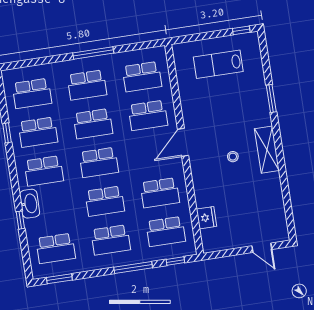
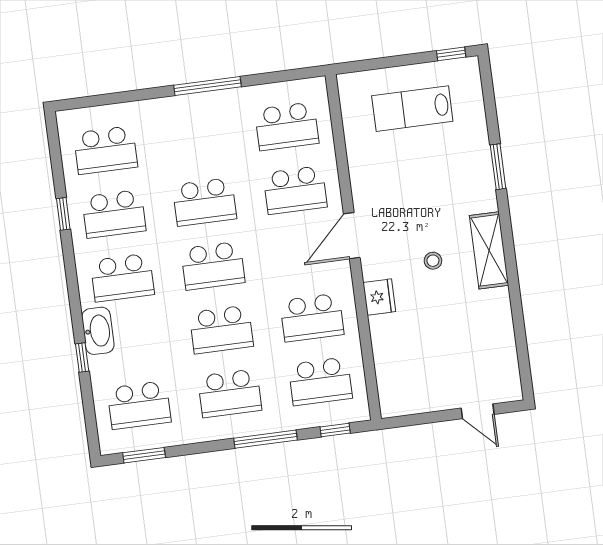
school desk: (87, 85) -> (196, 138), removed
fridge: (206, 218) -> (379, 297), moved

